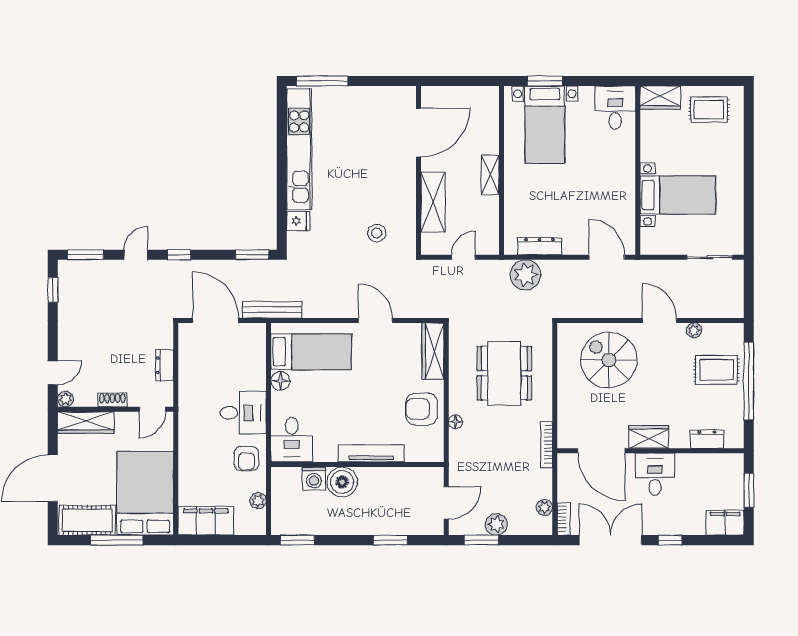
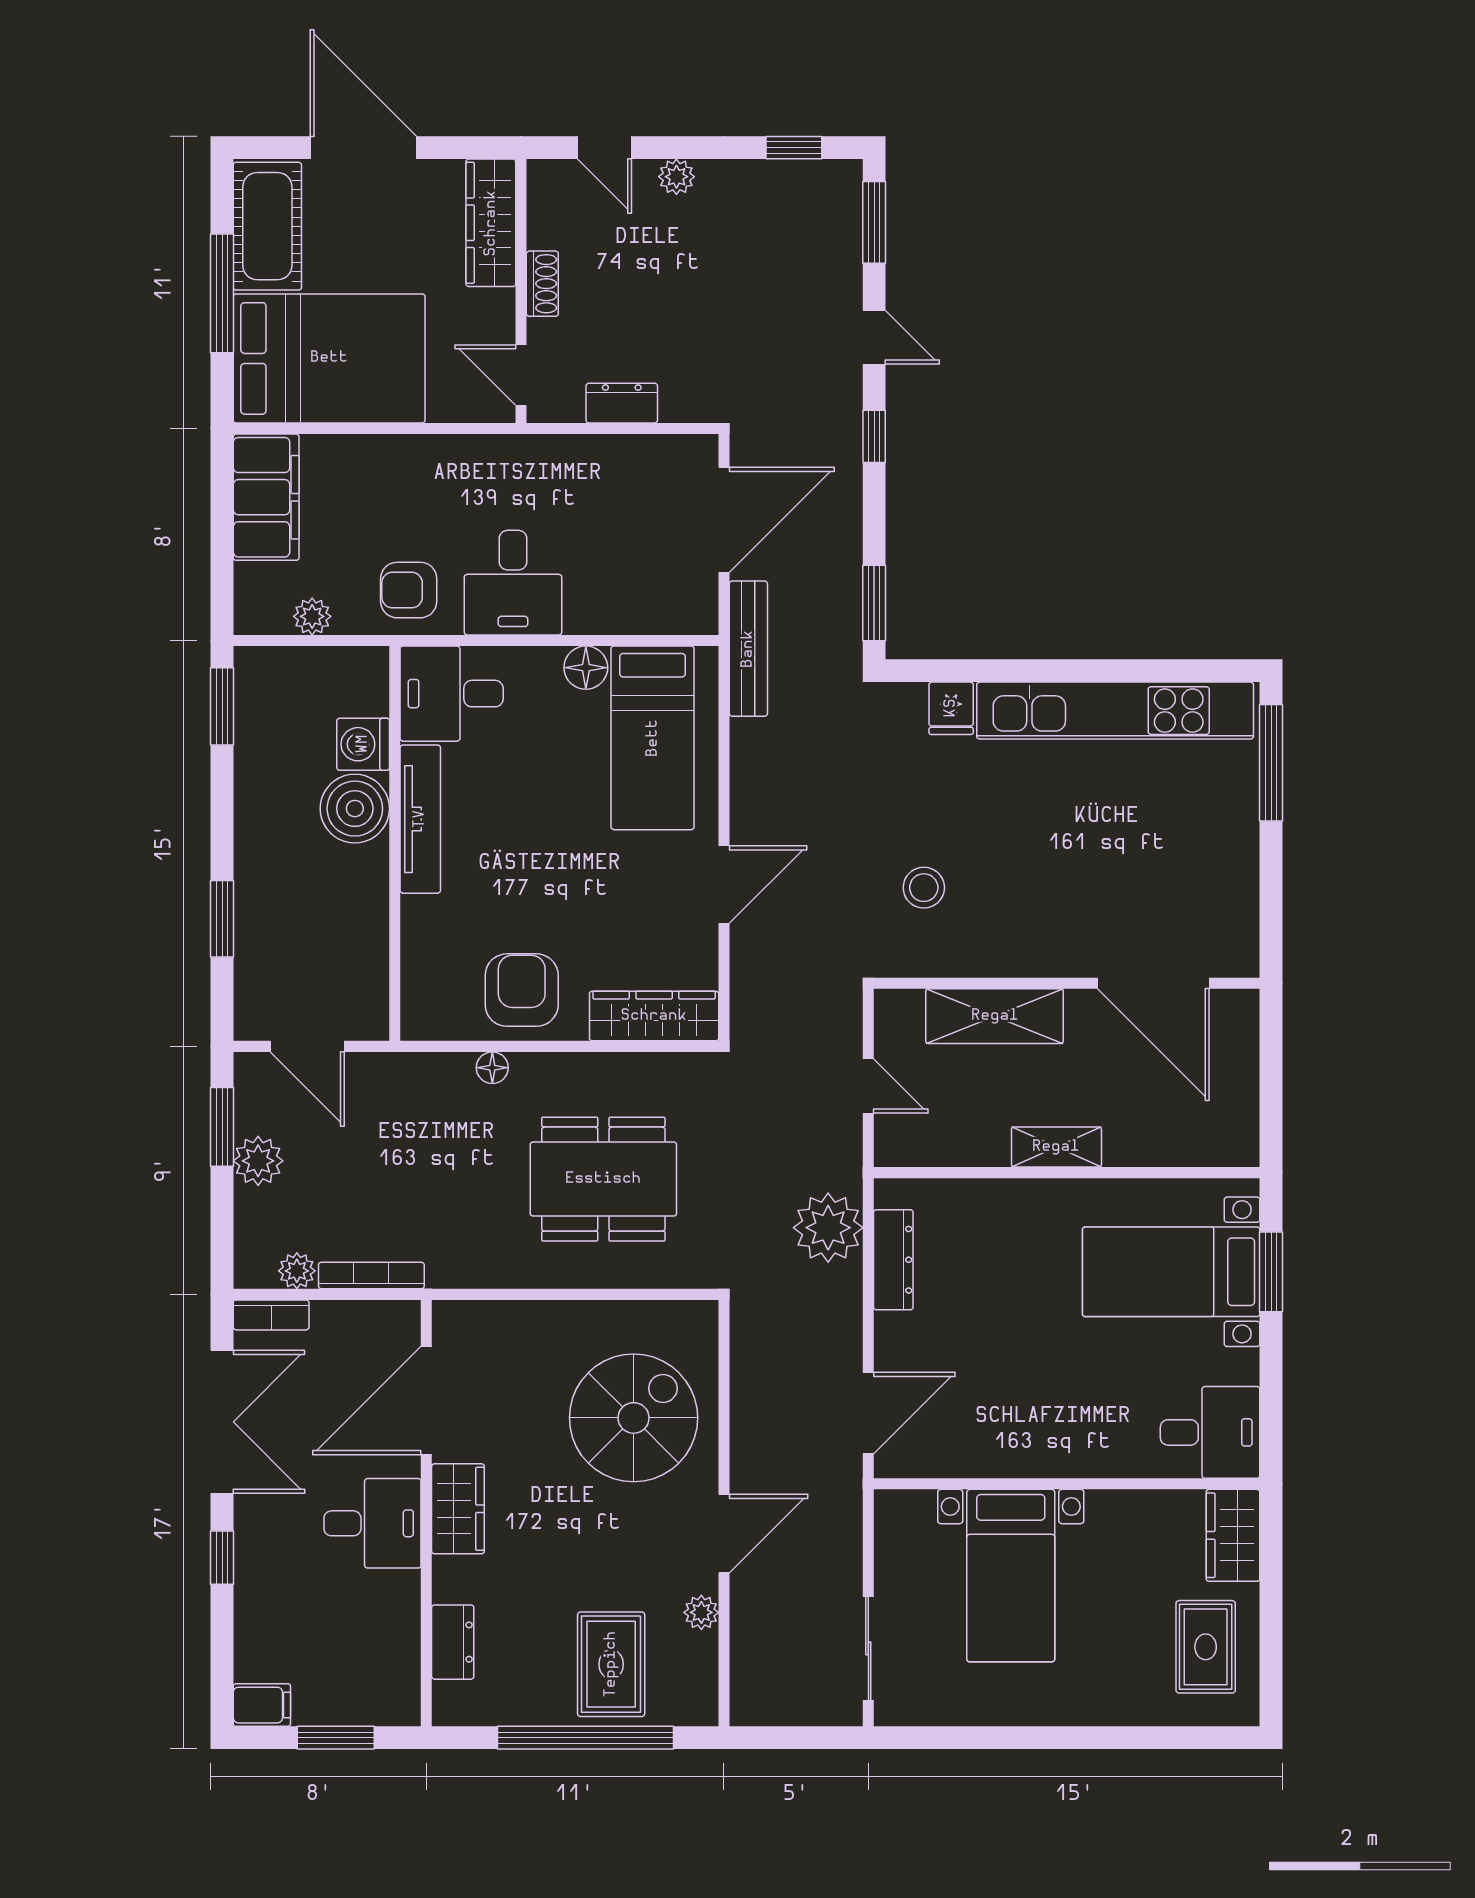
plant: (66, 399) -> (676, 177), moved
bookcase: (546, 444) -> (371, 1276), moved
tv unit: (371, 453) -> (420, 819), moved
filing cabinet: (725, 523) -> (262, 1705), width x0.50

